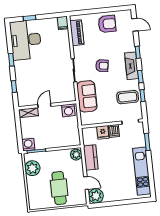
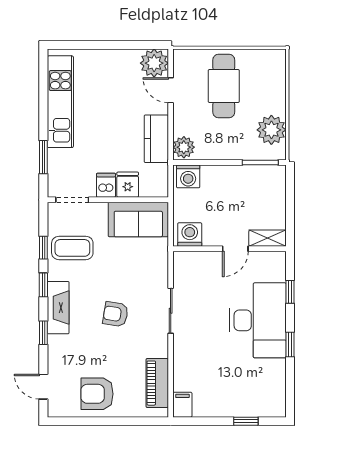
desk: (26, 40) -> (258, 320), moved
sofa: (87, 96) -> (138, 219), moved, turned -90
washing machine: (28, 145) -> (188, 176), moved

